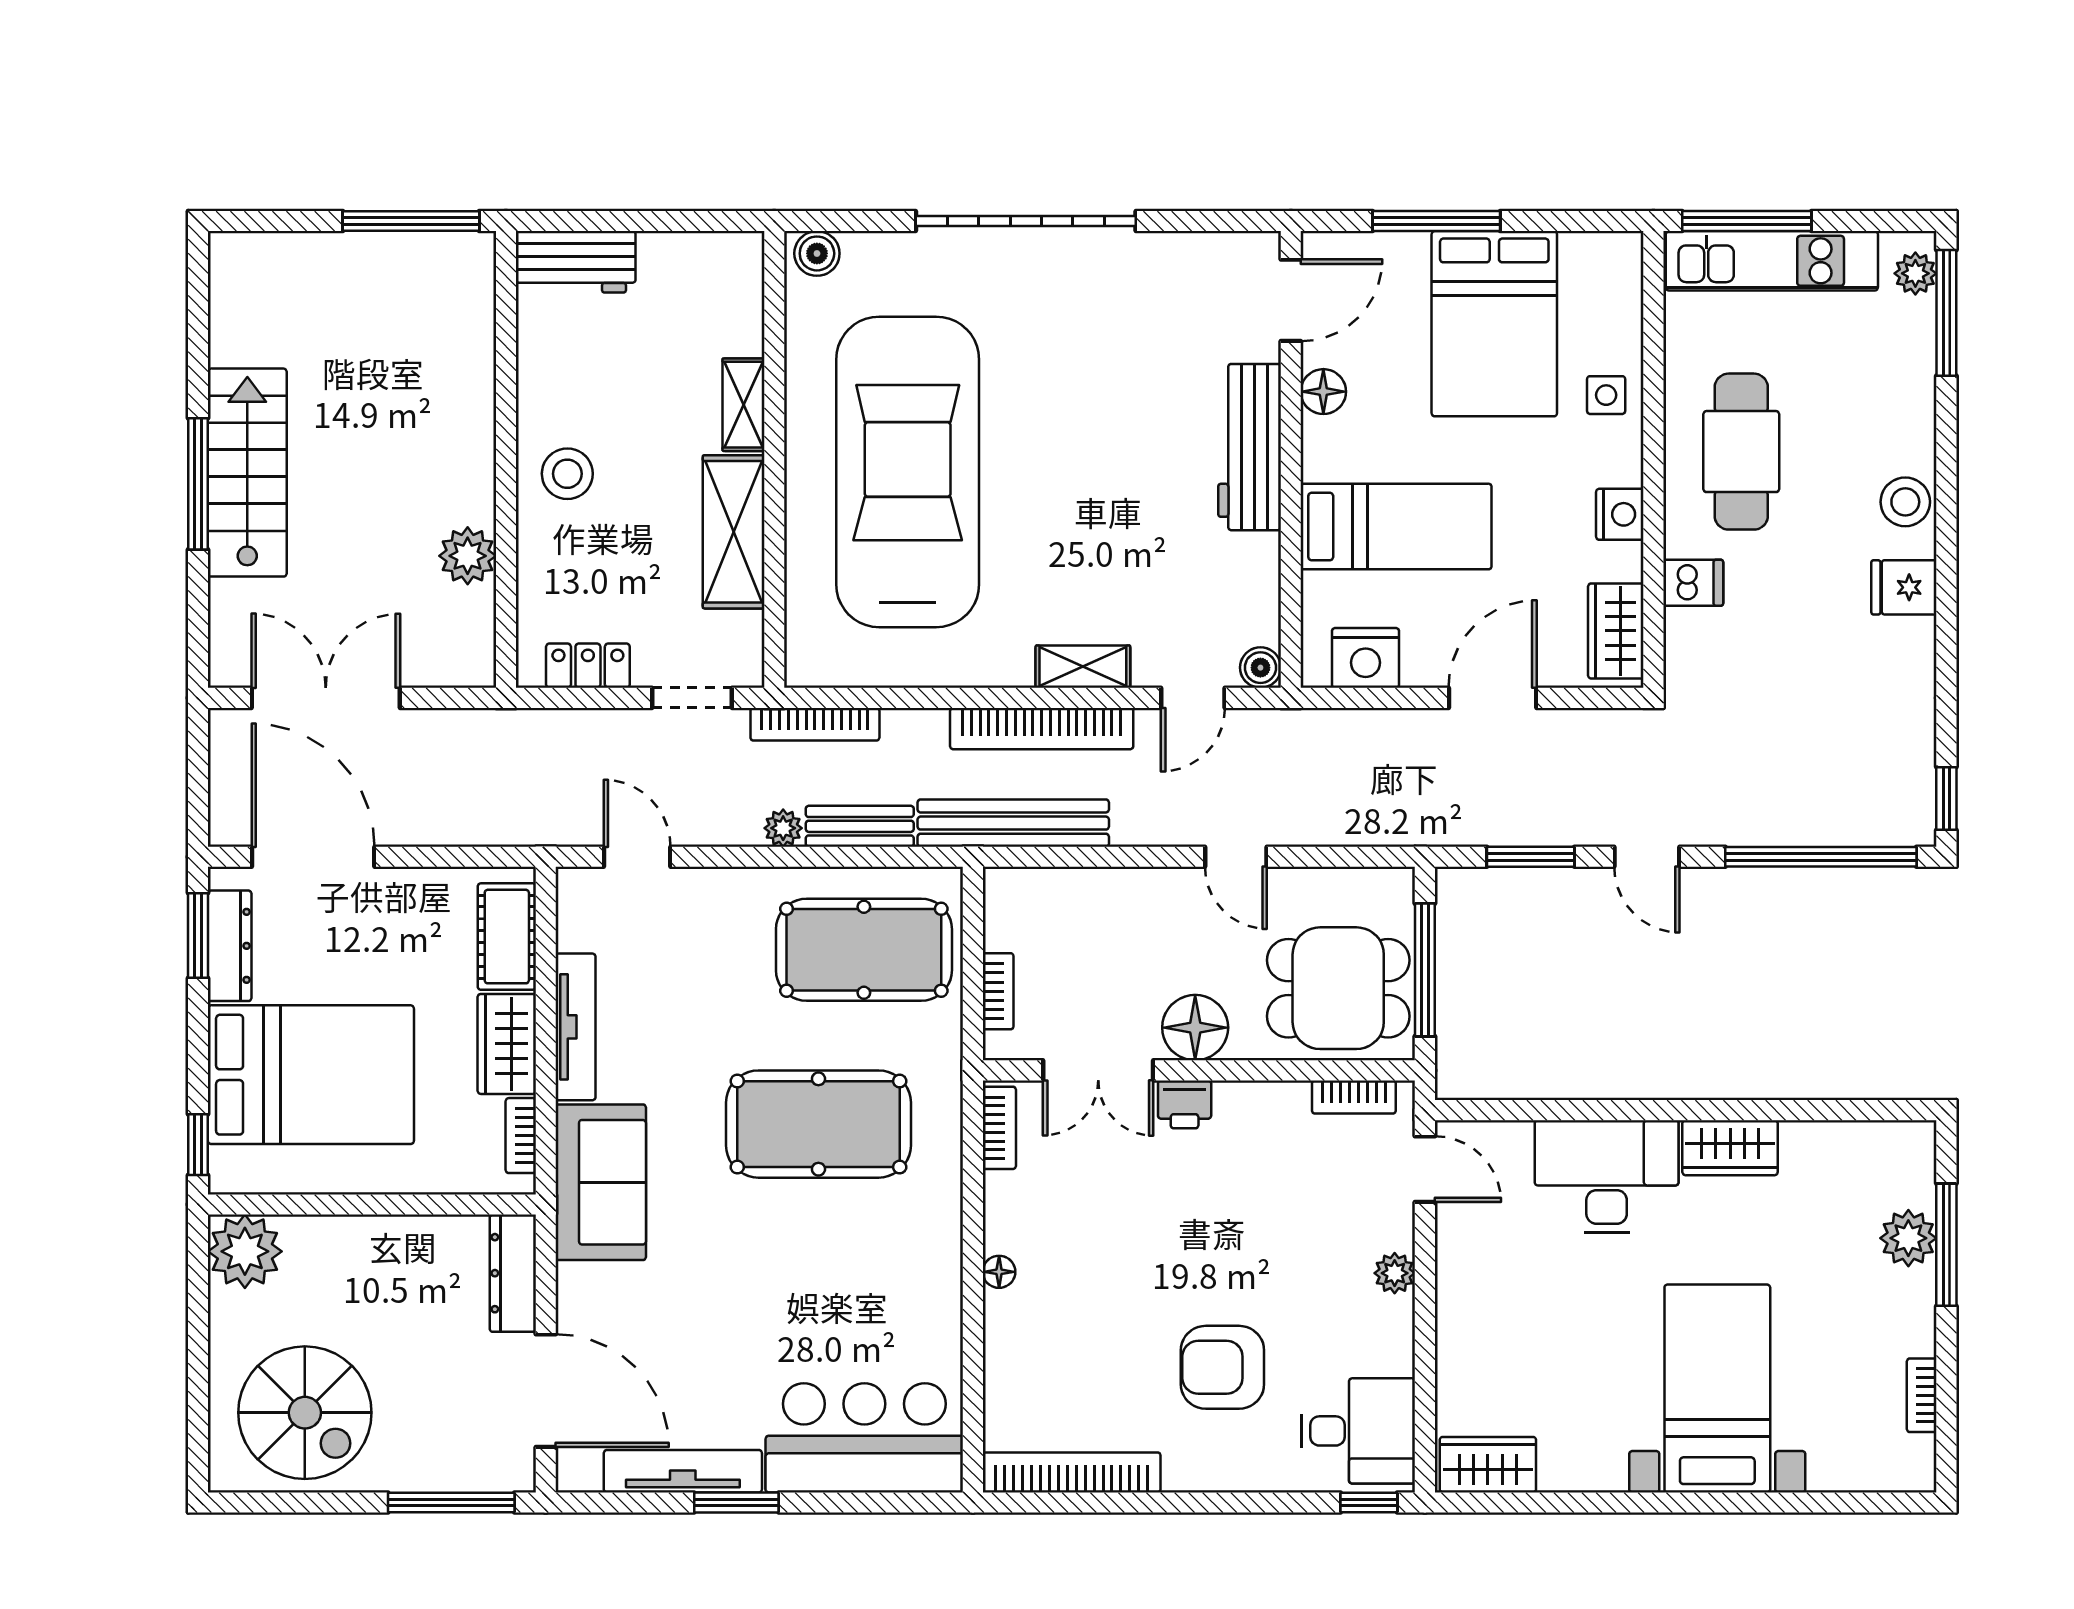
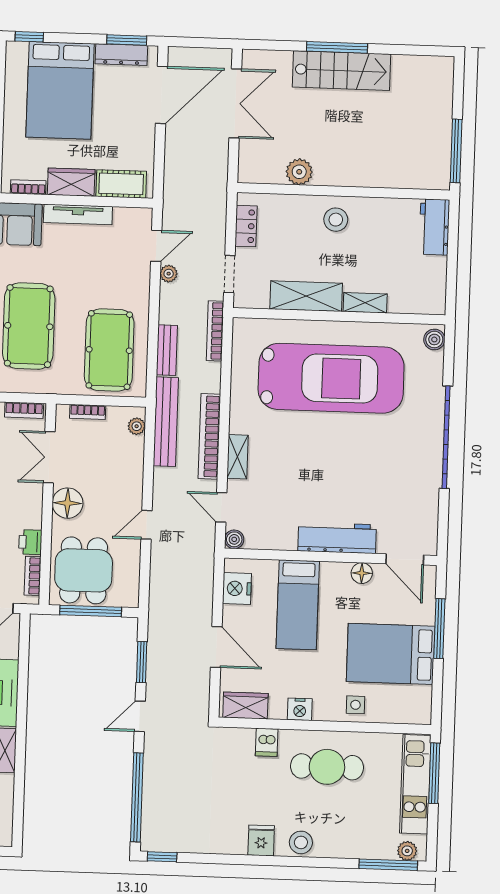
plant: (783, 828) -> (169, 274), moved
plant: (1025, 885) -> (137, 426), added
printer: (1185, 1104) -> (30, 542), moved

